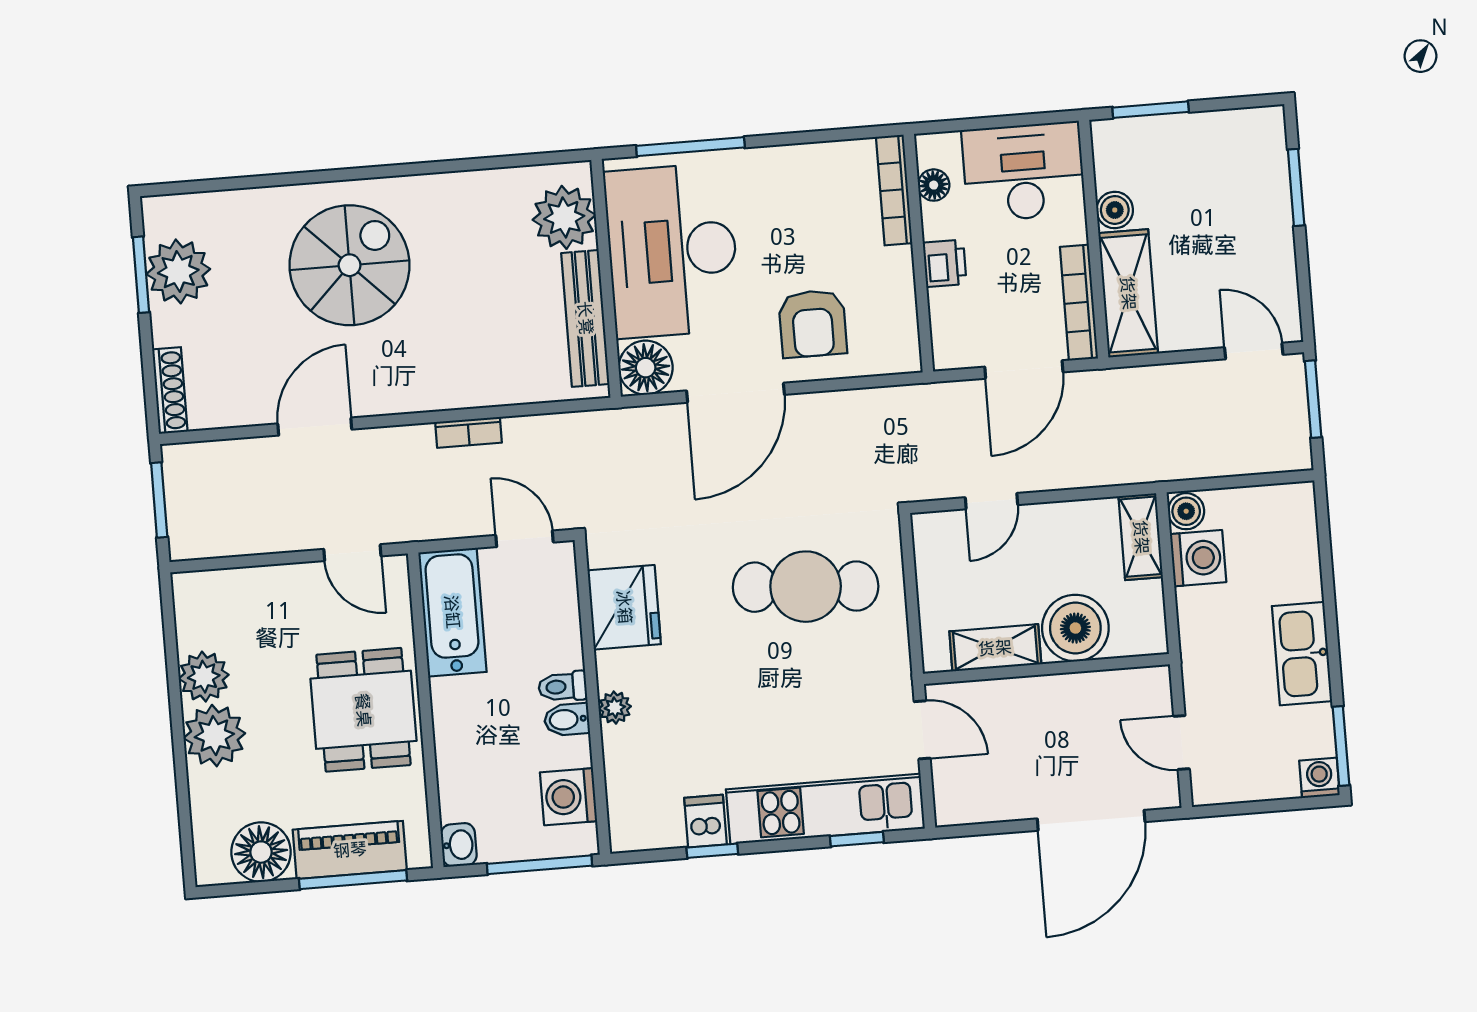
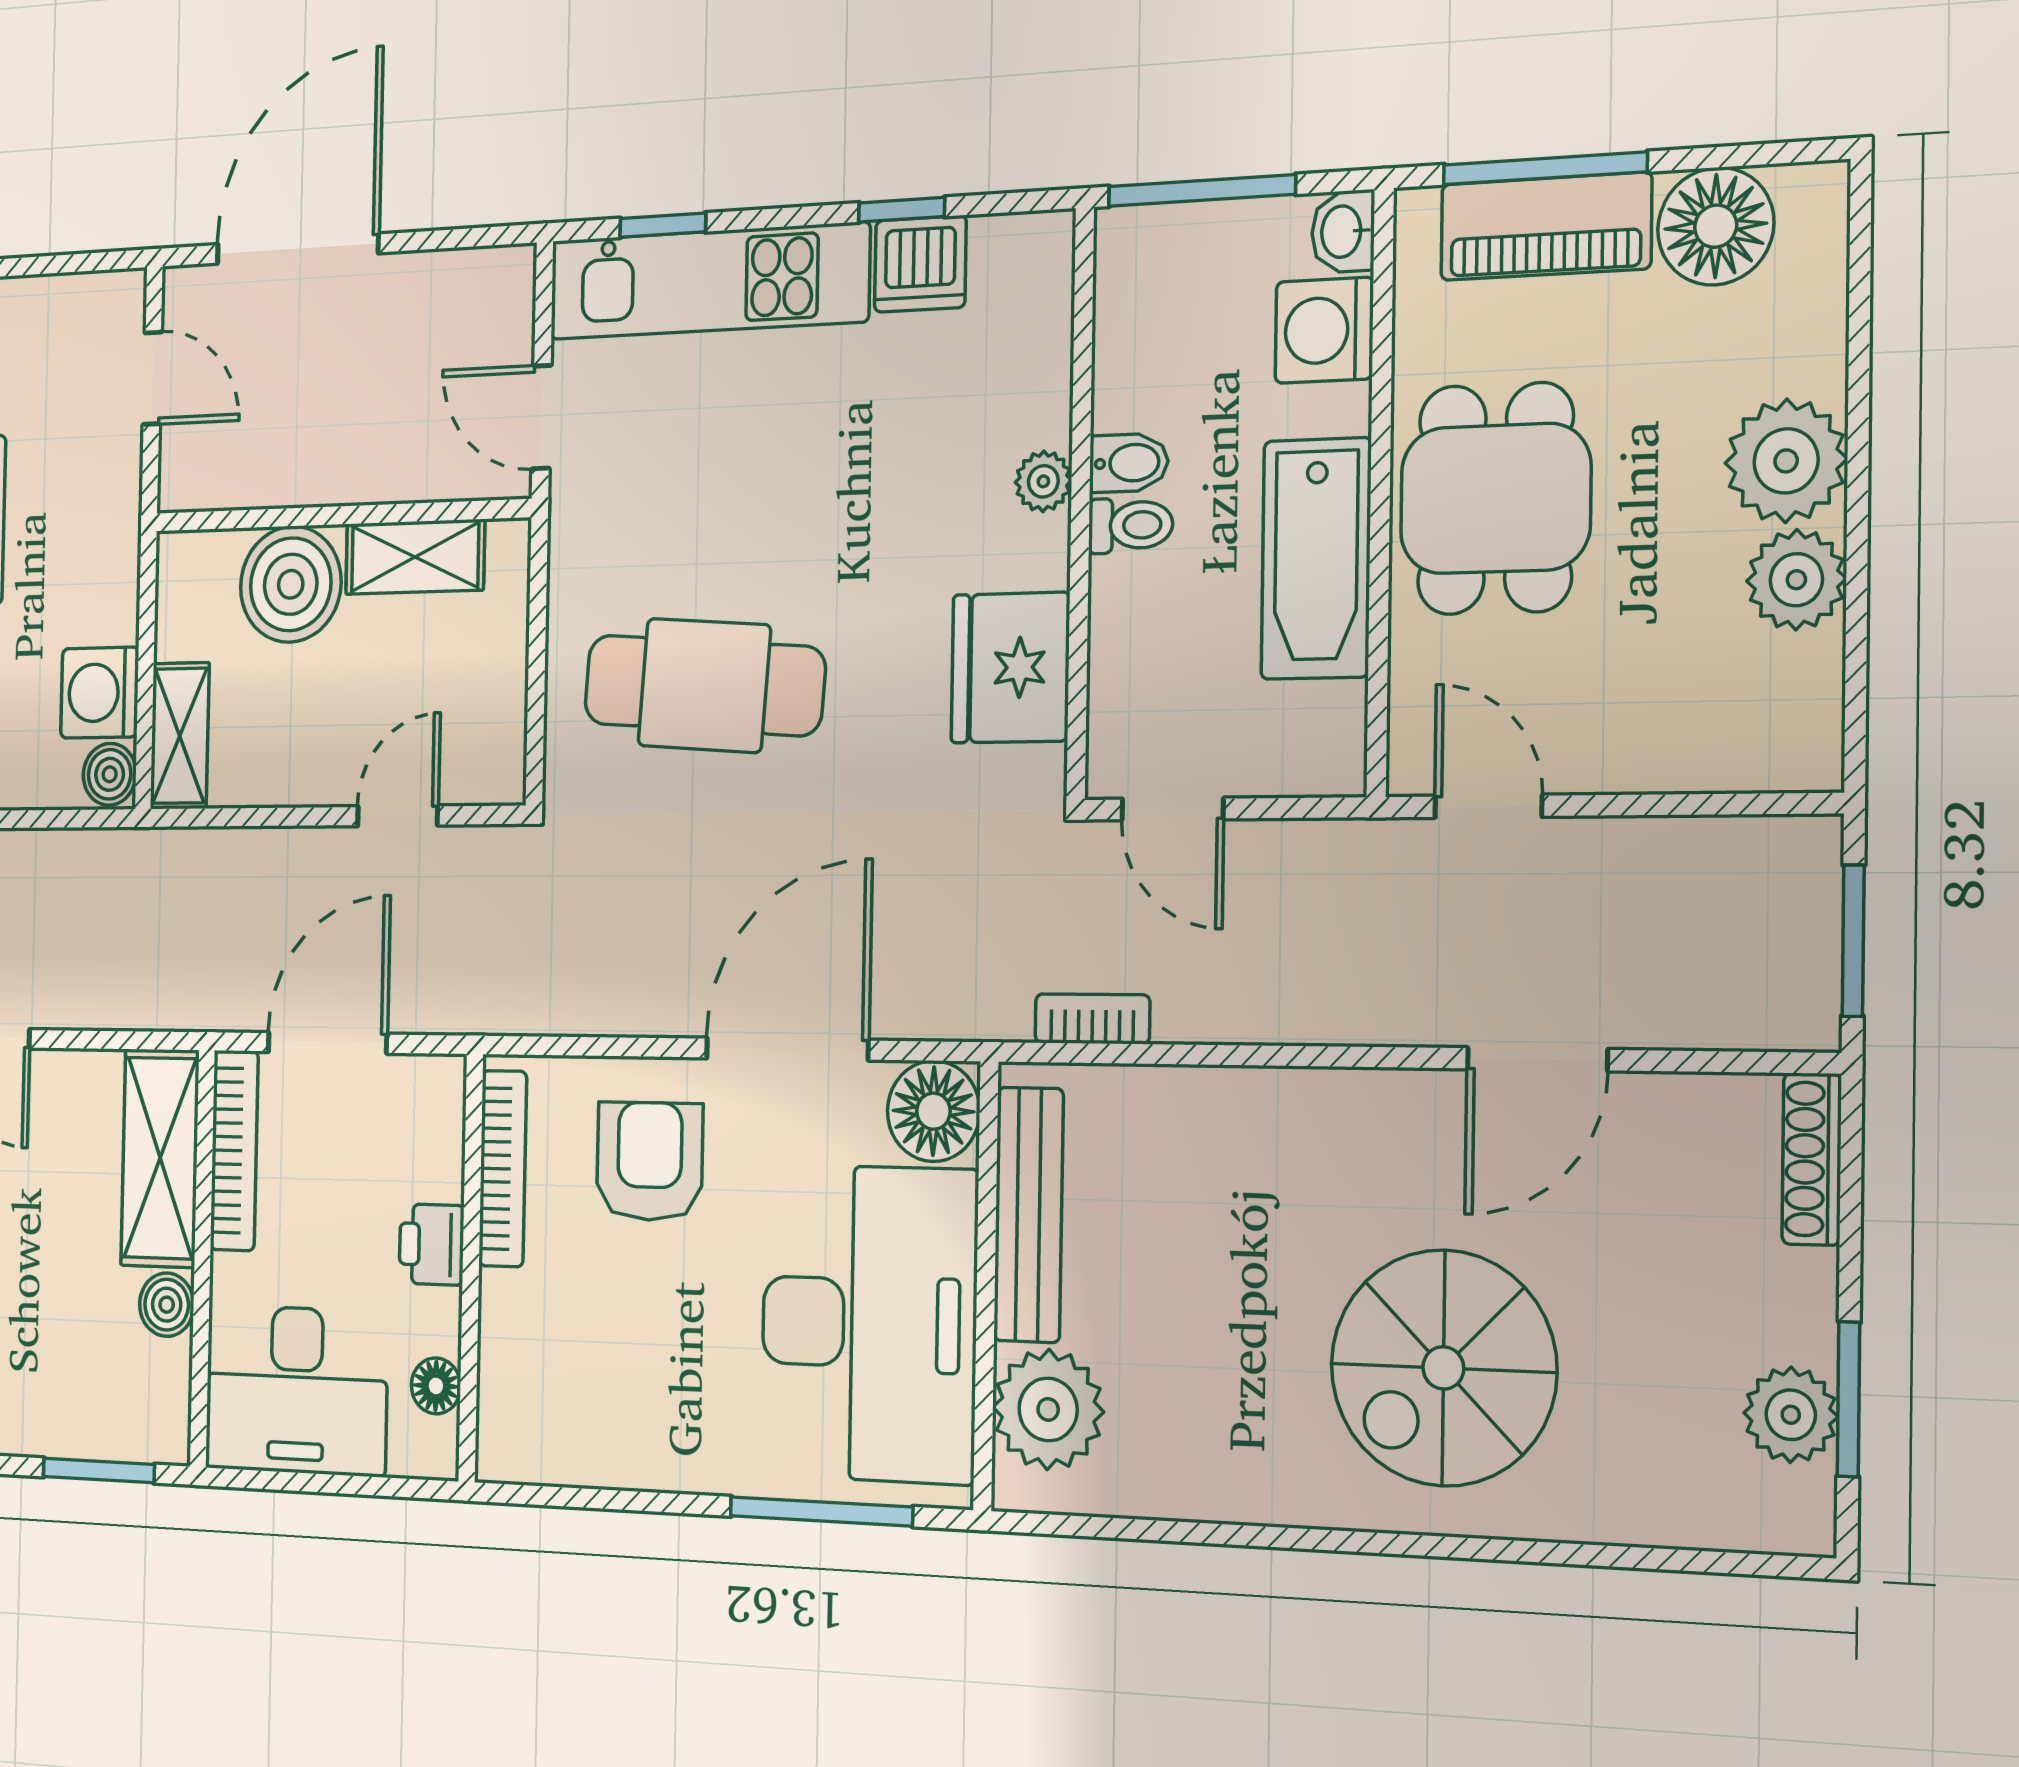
bookcase: (894, 190) -> (503, 1169), moved
plant: (178, 271) -> (1791, 1415), width x0.73, depth x0.73
bookcase: (468, 432) -> (1092, 1019), moved
bathtub: (452, 612) -> (1316, 559), moved
washing machine: (569, 797) -> (1324, 330), moved, turned 180
dishwasher: (706, 821) -> (920, 264), width x1.38

